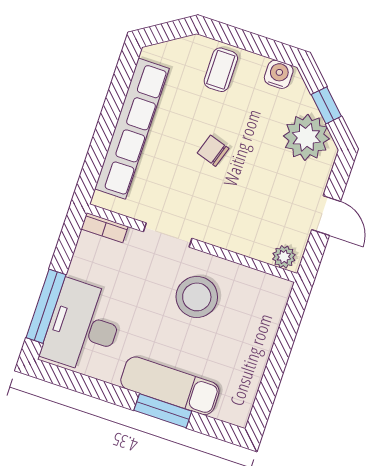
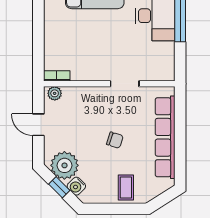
water cooler: (279, 74) -> (76, 186), moved, turned 45
bookcase: (105, 228) -> (57, 76), moved
stool: (197, 297) -> (96, 54), removed

